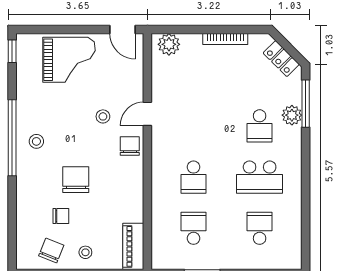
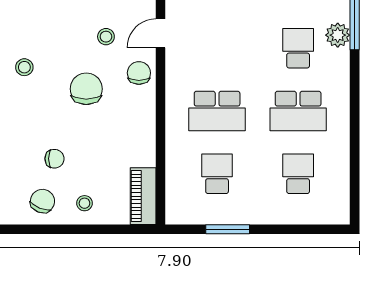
school desk: (260, 126) -> (298, 48), turned 180
school desk: (193, 177) -> (217, 111), width x1.85
chair: (76, 180) -> (86, 89), moved

